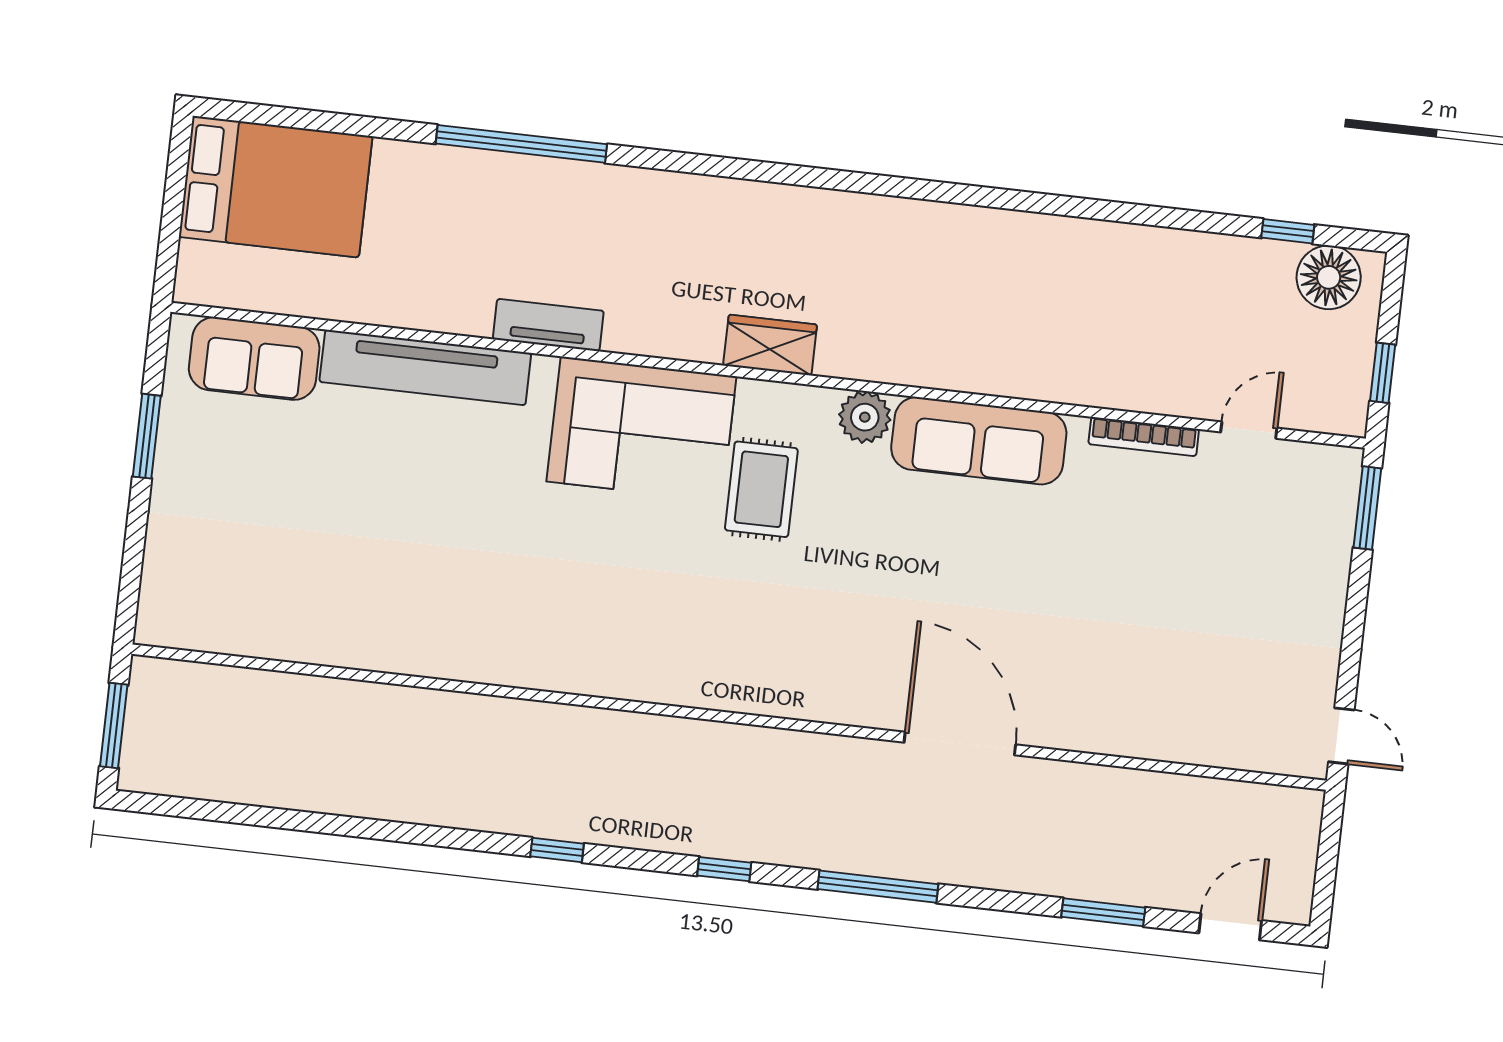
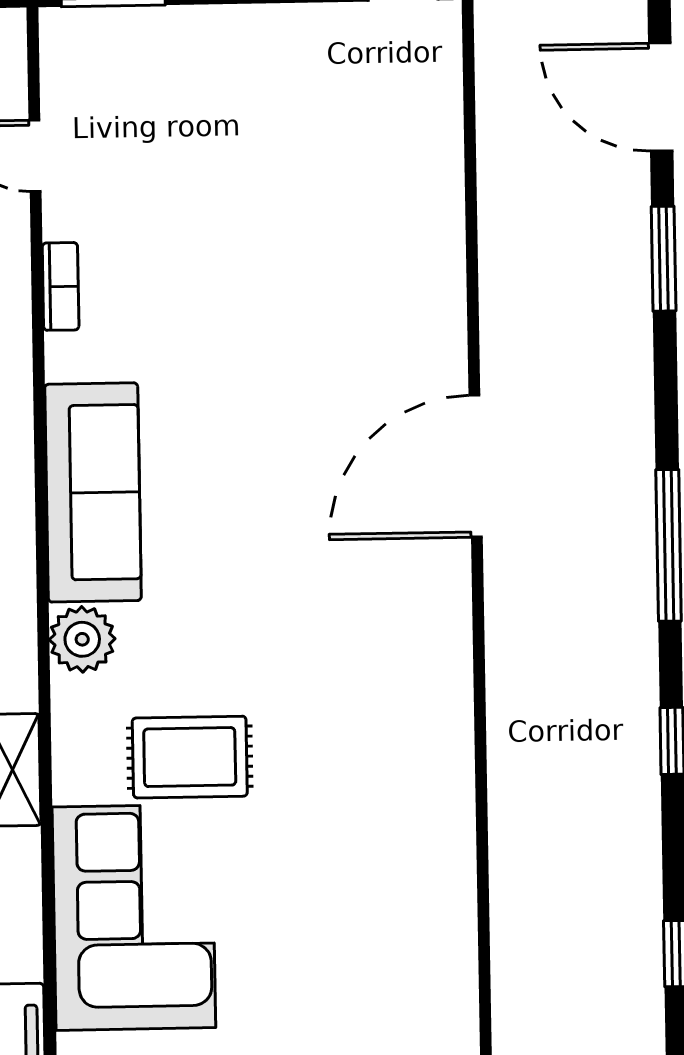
bookcase: (1144, 437) -> (61, 286), width x0.64
door: (1230, 927) -> (661, 97), width x1.38

